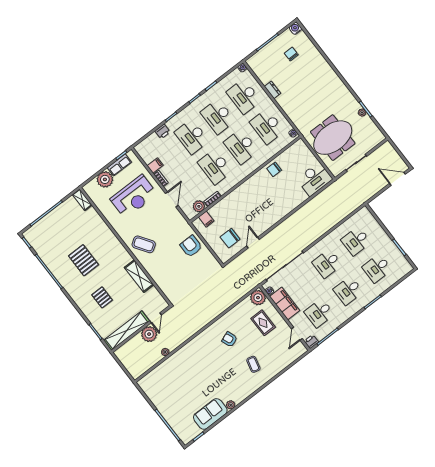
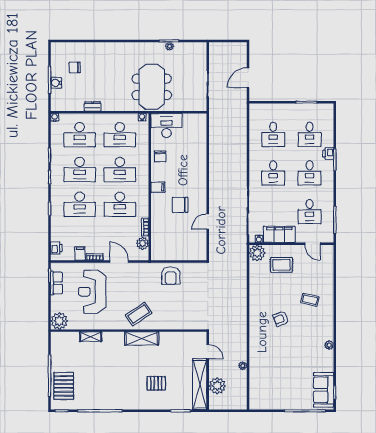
water cooler: (295, 28) -> (56, 83), moved
printer: (163, 131) -> (56, 248), moved
meeting table: (333, 138) -> (152, 87), moved
plant: (105, 179) -> (59, 321), moved
desk: (315, 179) -> (167, 126), moved, turned -90
door: (397, 179) -> (248, 78), moved
reception desk: (134, 197) -> (92, 292), turned 180
shelving: (82, 200) -> (91, 337), moved
filing cabinet: (206, 219) -> (158, 187), moved
chair: (230, 238) -> (180, 205), moved, turned 90
door: (253, 243) -> (208, 222), hinge flipped
armchair: (191, 246) -> (171, 276), turned -90
pallet: (84, 260) -> (64, 386), moved, turned 90
shelving: (139, 276) -> (142, 338), moved
plant: (149, 334) -> (217, 386), moved
armchair: (230, 339) -> (281, 319), moved
printer: (311, 342) -> (328, 153), moved
sofa: (210, 414) -> (324, 390), moved

